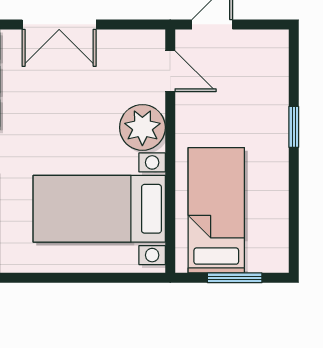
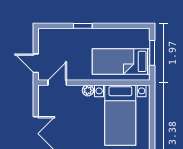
plant: (142, 127) -> (88, 90), width x0.53, depth x0.53

